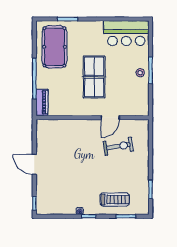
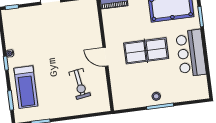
bar counter: (126, 33) -> (191, 53), moved
door: (110, 118) -> (105, 57), moved
treadmill: (115, 199) -> (26, 87), width x1.37, depth x1.38

